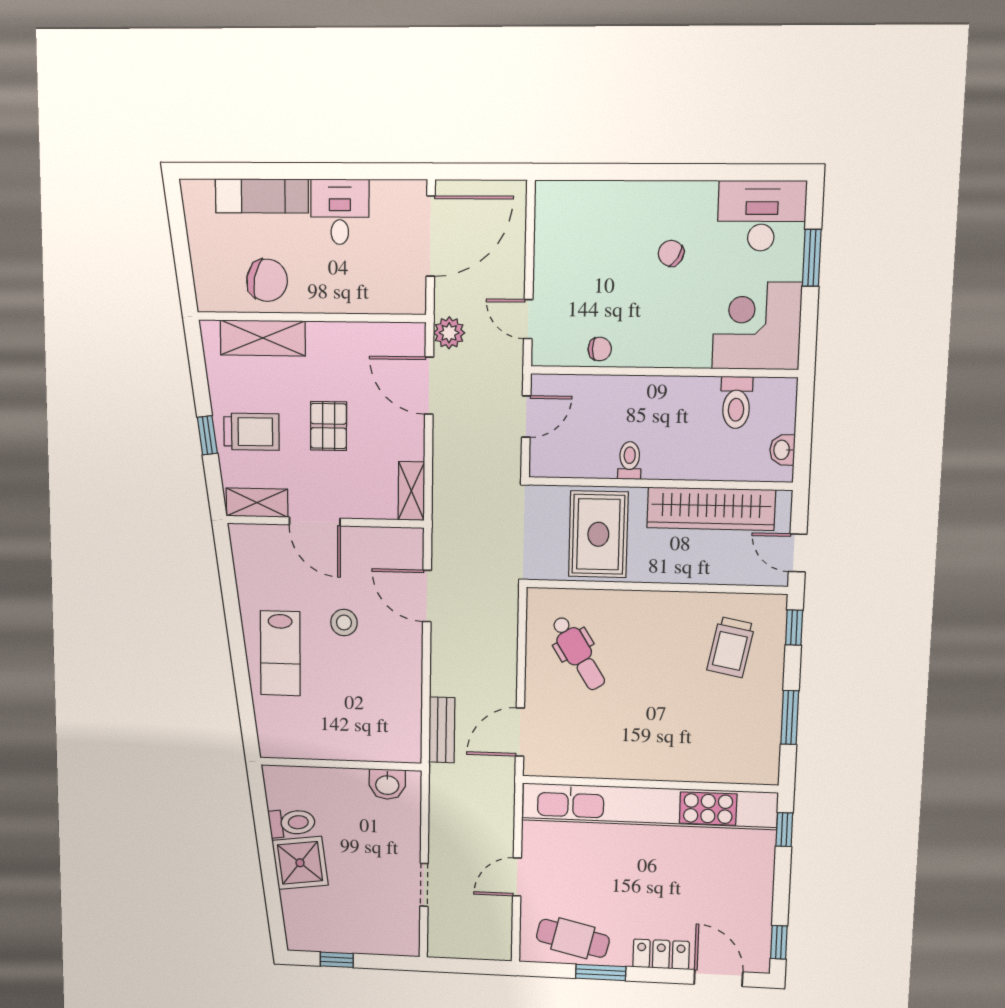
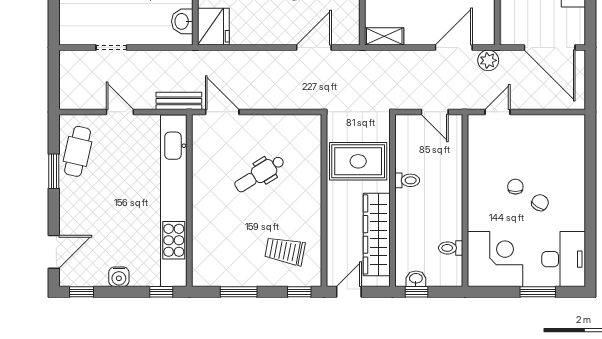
chair: (600, 349) -> (515, 187), moved, turned 180
toilet: (736, 403) -> (451, 248), width x0.73, depth x0.72
window: (803, 449) -> (417, 292), added
dental chair: (578, 653) -> (260, 174), moved
bench: (442, 730) -> (179, 101), moved
fridge: (395, 740) -> (213, 27), added
water cooler: (759, 889) -> (119, 277), added
locker: (661, 954) -> (69, 212), removed

